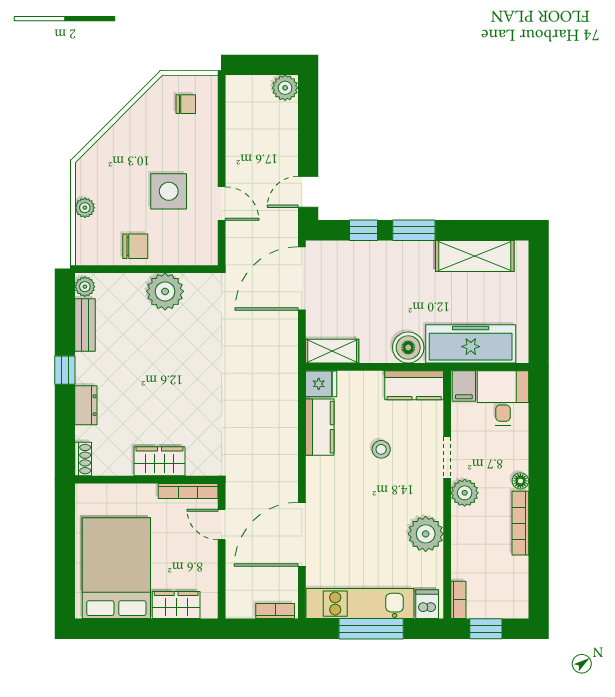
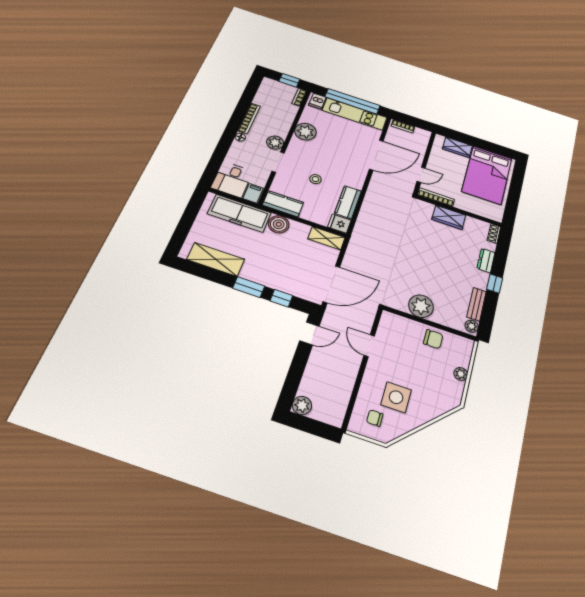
side table: (169, 191) -> (396, 397), moved
chair: (135, 246) -> (433, 339), turned 180
door: (222, 525) -> (421, 175), hinge flipped
window: (371, 629) -> (352, 101), width x1.46

